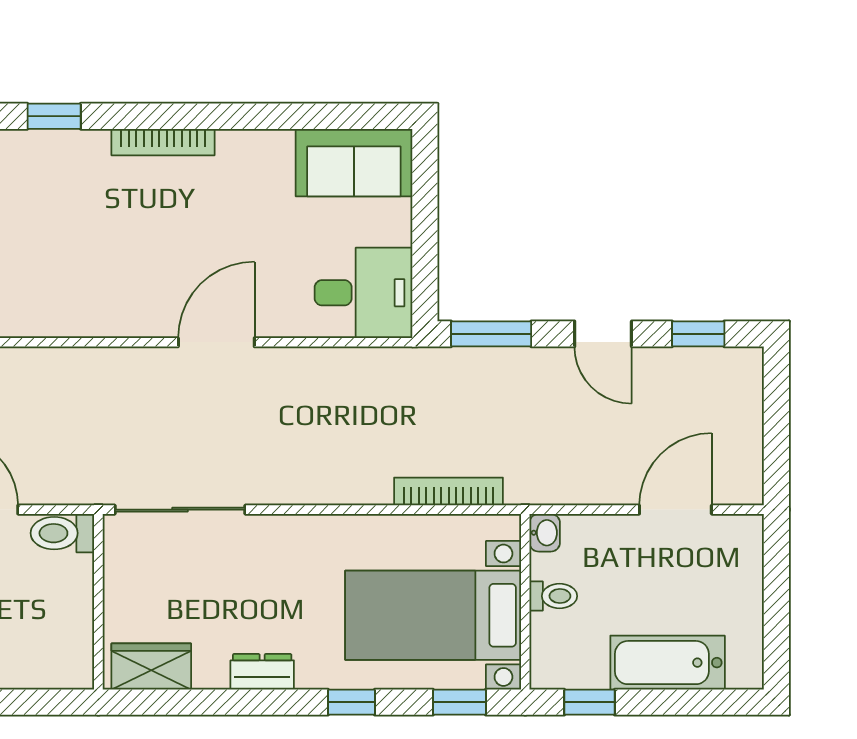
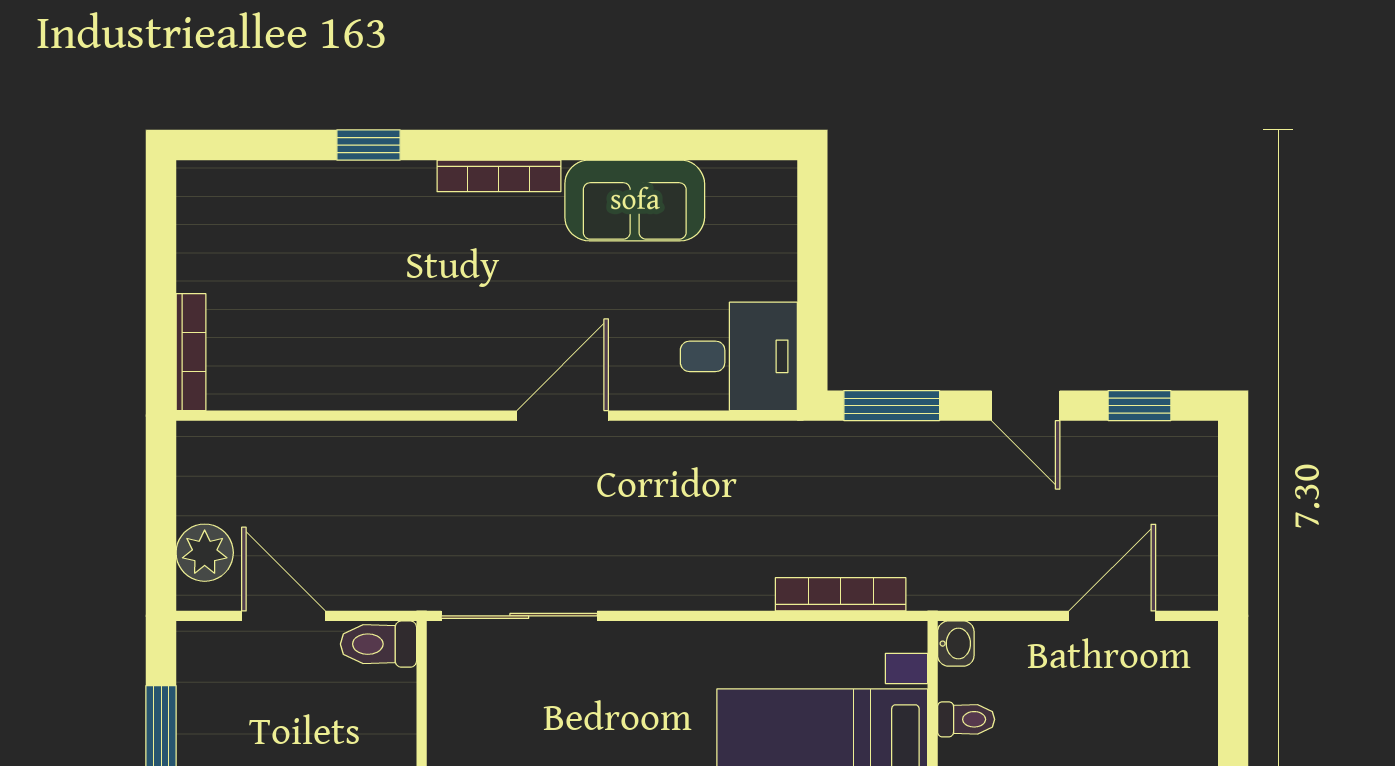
sofa: (354, 163) -> (635, 200), moved

